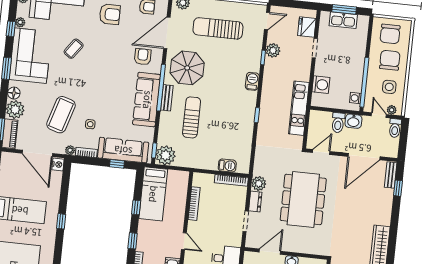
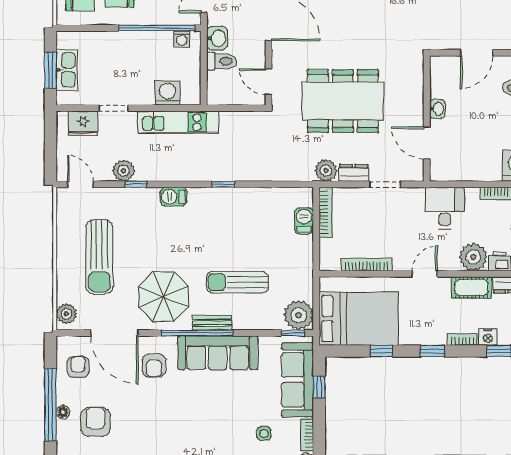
armchair: (143, 57) -> (154, 365), turned -90
kitchen unit: (299, 108) -> (178, 122), moved
bed: (153, 194) -> (359, 319), width x1.50

